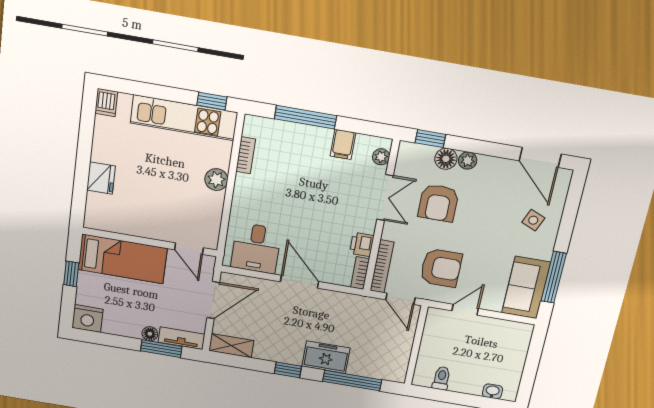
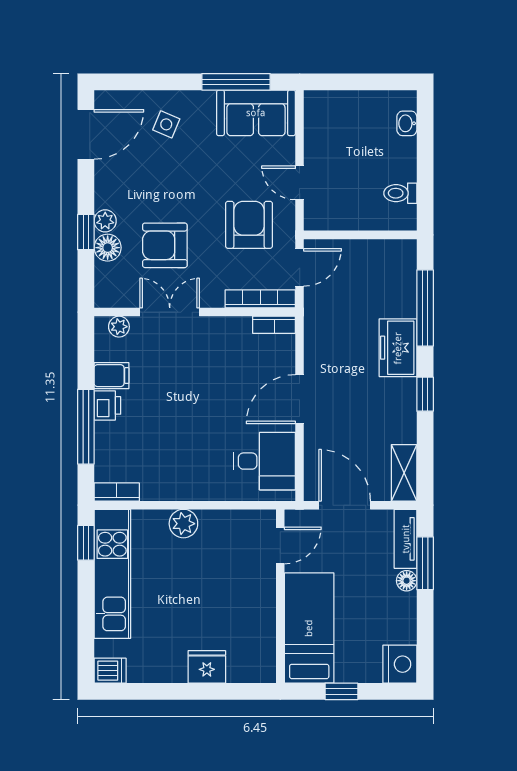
window: (430, 139) -> (86, 232), moved
bookcase: (246, 155) -> (117, 492), moved
armchair: (438, 203) -> (165, 245), turned 180
printer: (362, 245) -> (107, 405), moved, turned -90

